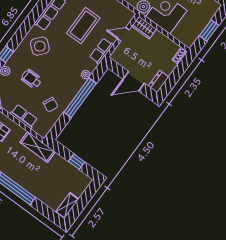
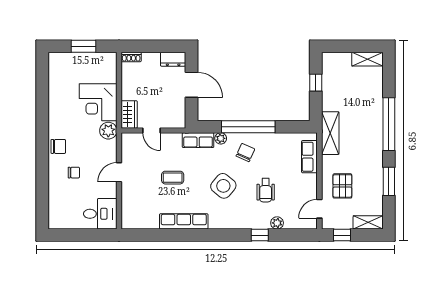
coffee table: (83, 26) -> (173, 178), width x0.54, depth x0.58
side table: (40, 46) -> (223, 186), moved
row of seats: (101, 51) -> (198, 140), moved
chair: (51, 105) -> (245, 153), moved
row of seats: (24, 116) -> (309, 157), moved

